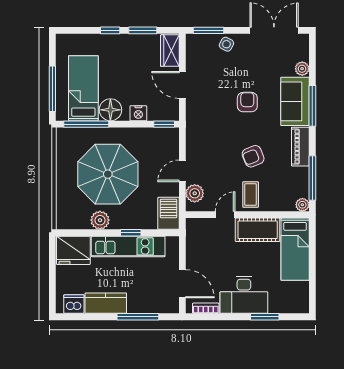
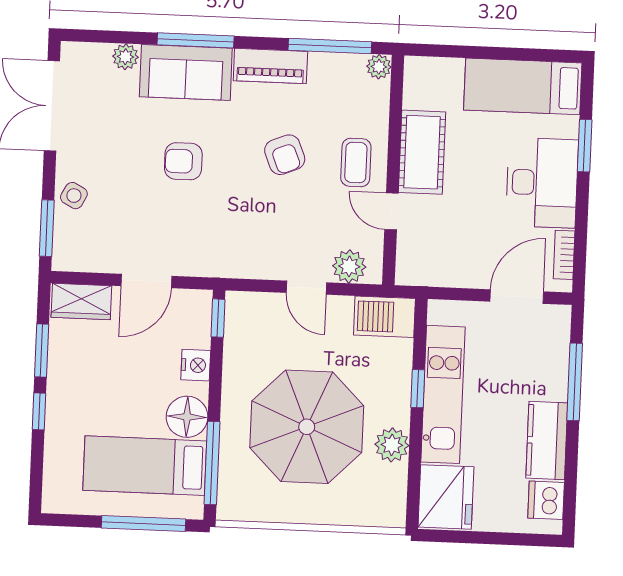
coffee table: (251, 195) -> (356, 162), turned 90
bed: (295, 249) -> (523, 86), moved, turned 180

